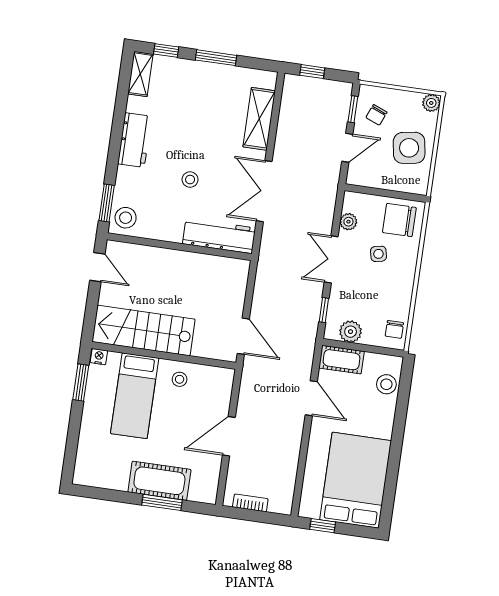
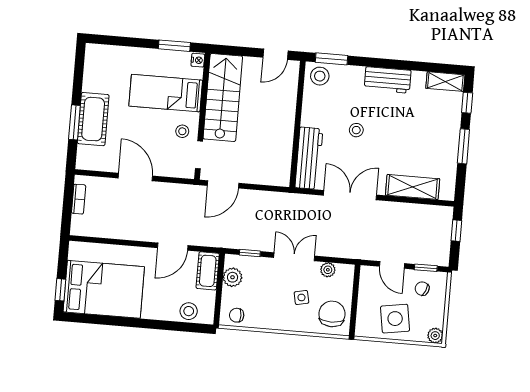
doorway: (208, 362) -> (199, 155), added
window: (323, 526) -> (60, 290), moved

